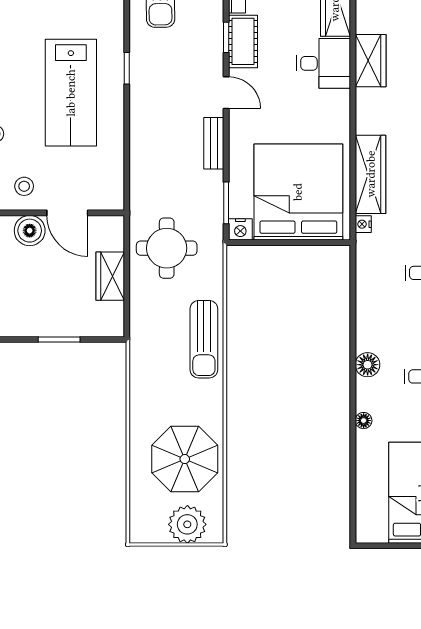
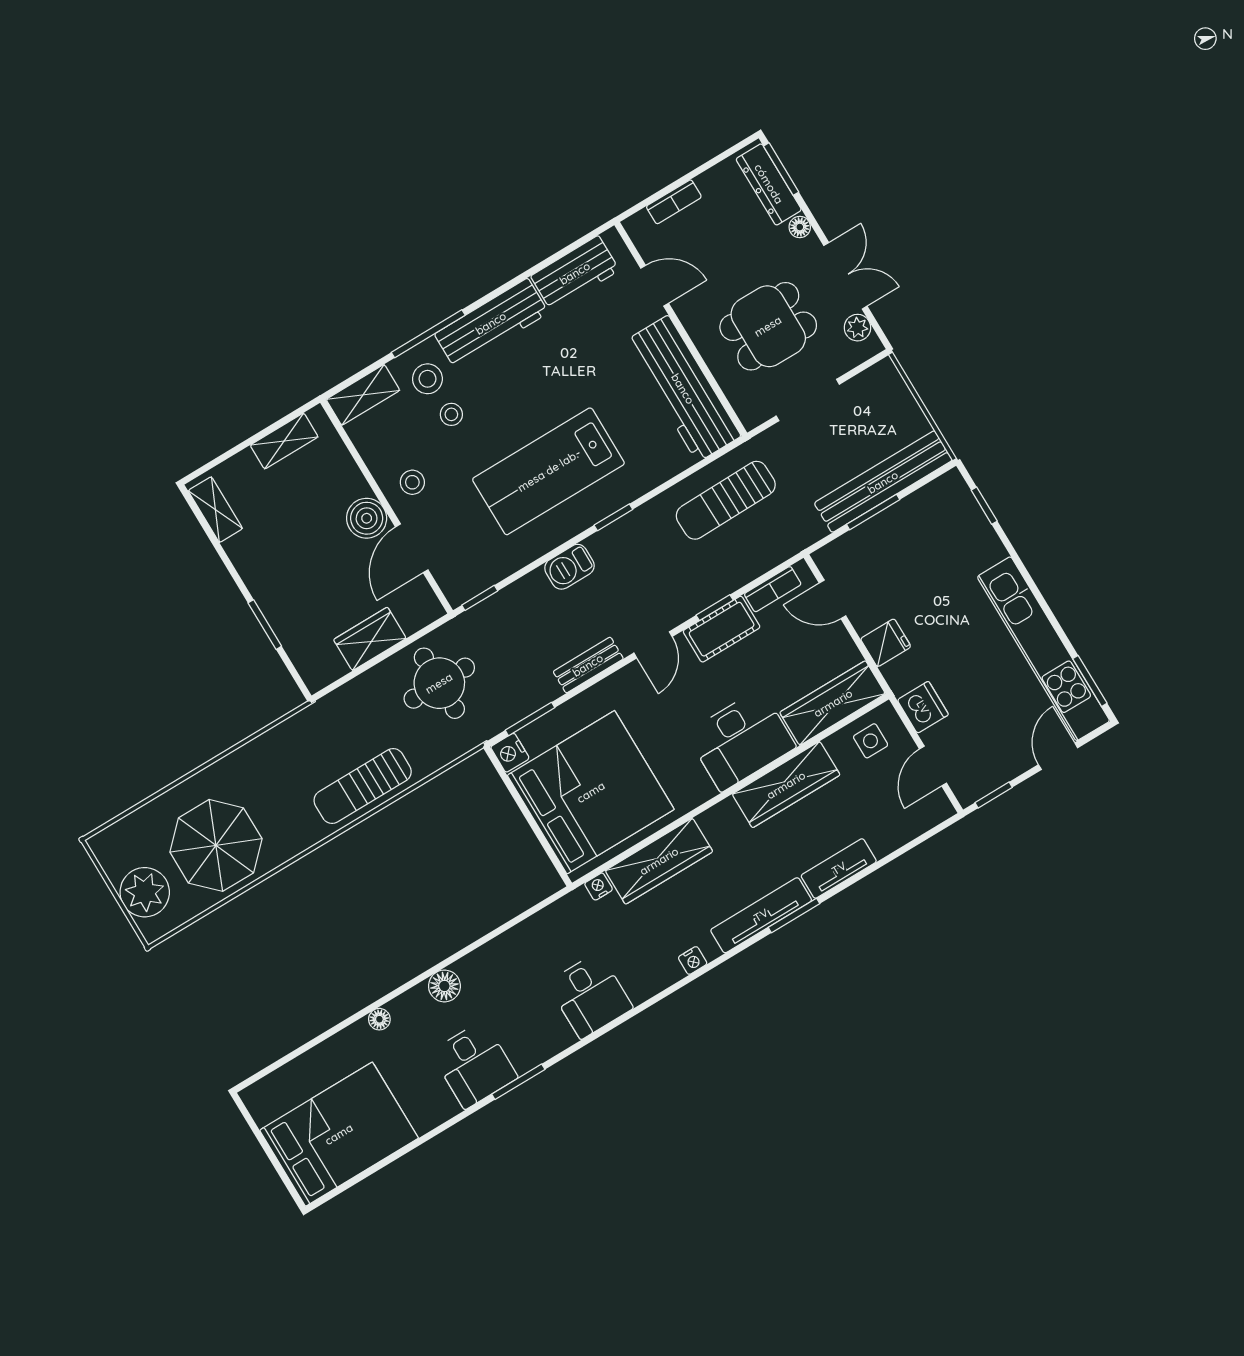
wardrobe: (371, 61) -> (786, 785), width x1.50
desk: (323, 63) -> (741, 740), width x1.37
barbecue: (142, 117) -> (569, 567), added
window: (127, 188) -> (480, 598), added

